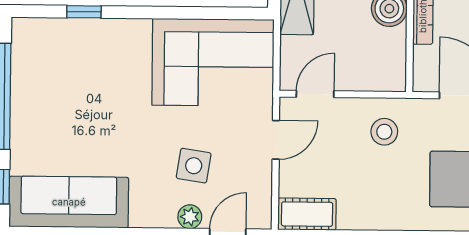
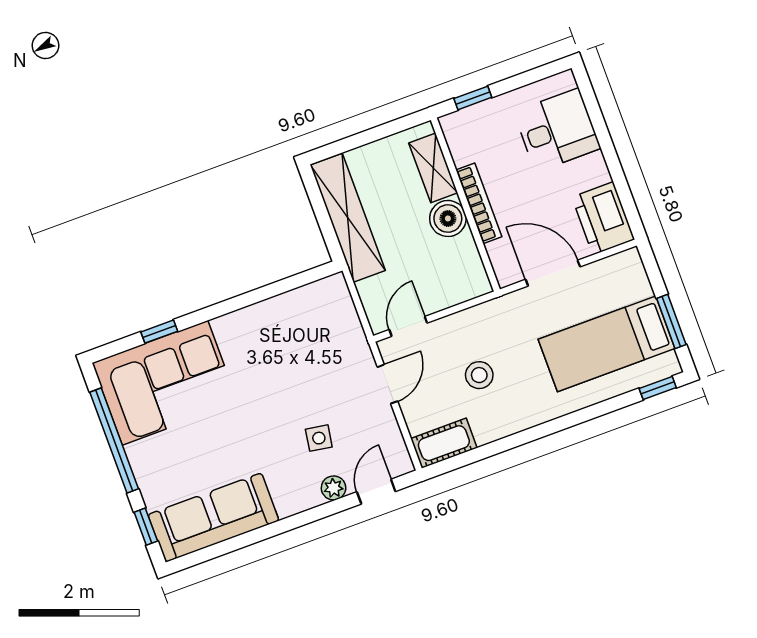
corner sofa: (213, 62) -> (165, 383), moved
stool: (384, 132) -> (479, 375), moved
side table: (194, 166) -> (319, 438), width x0.73, depth x0.73

